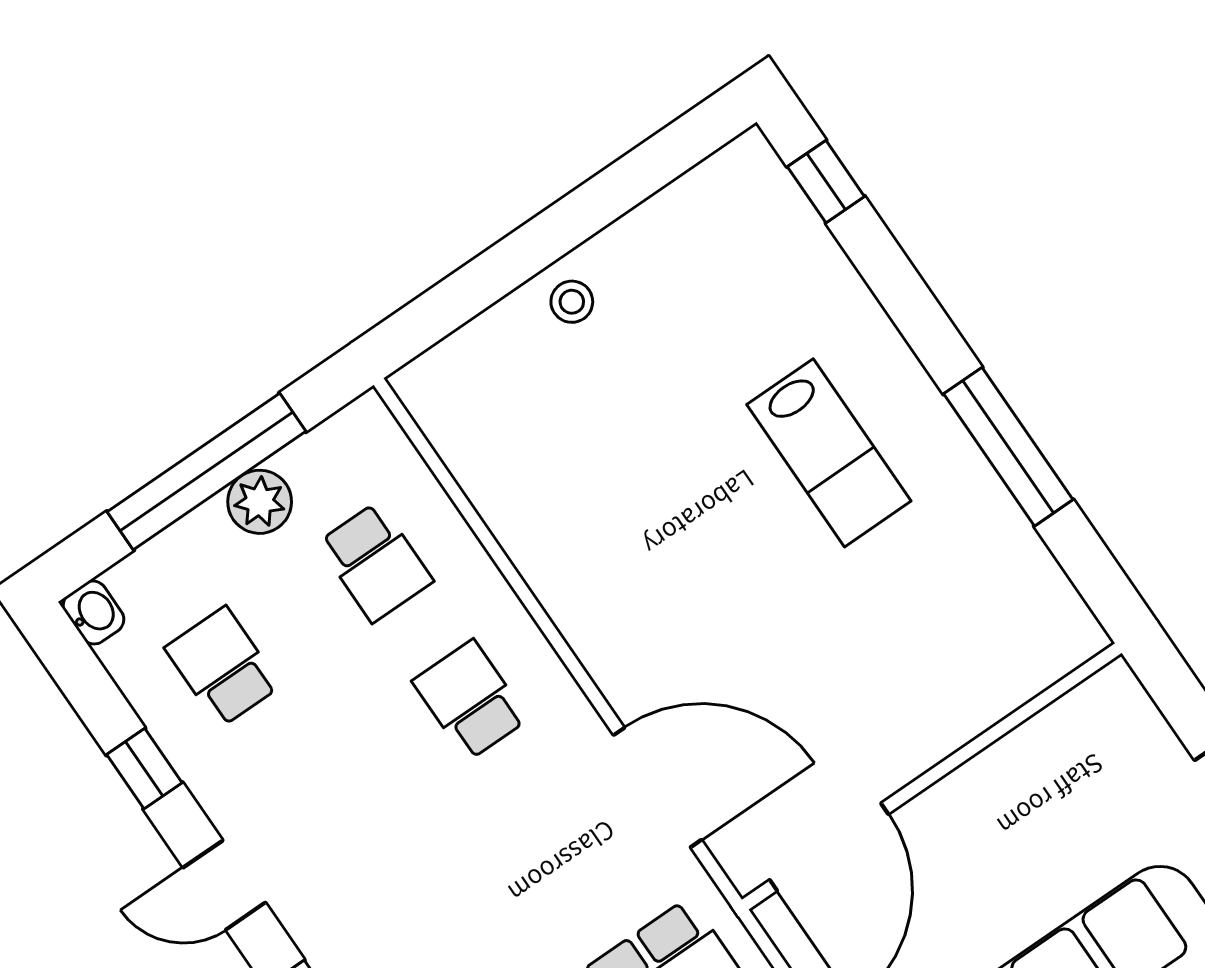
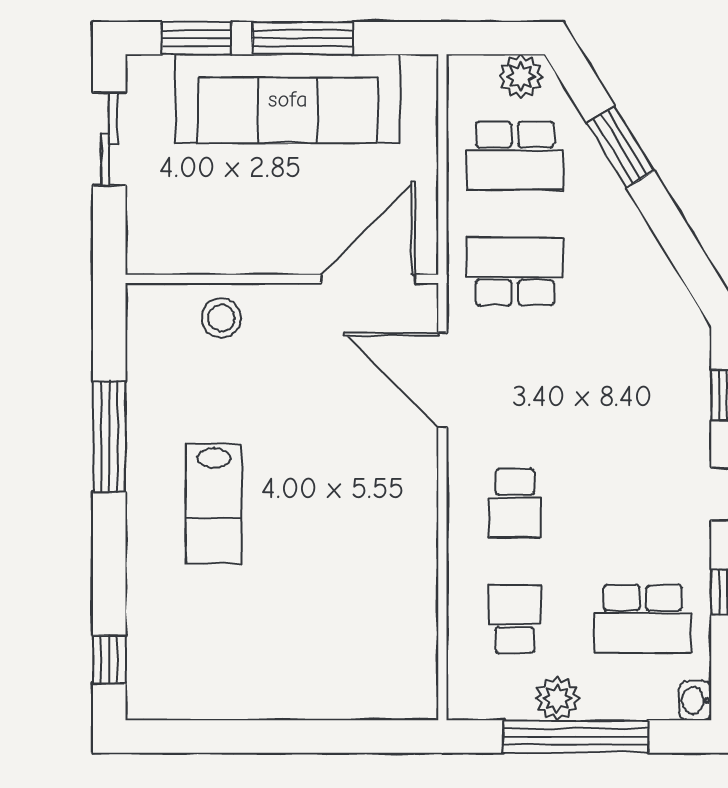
stool: (572, 302) -> (221, 318), moved, width x1.37, depth x1.37
lab bench: (829, 453) -> (214, 504), turned 180
school desk: (223, 667) -> (643, 619), width x1.85

